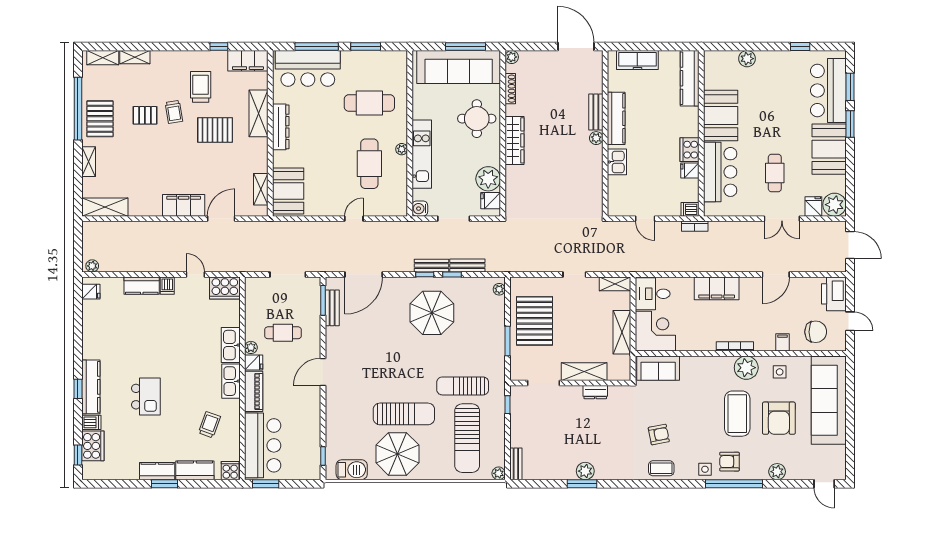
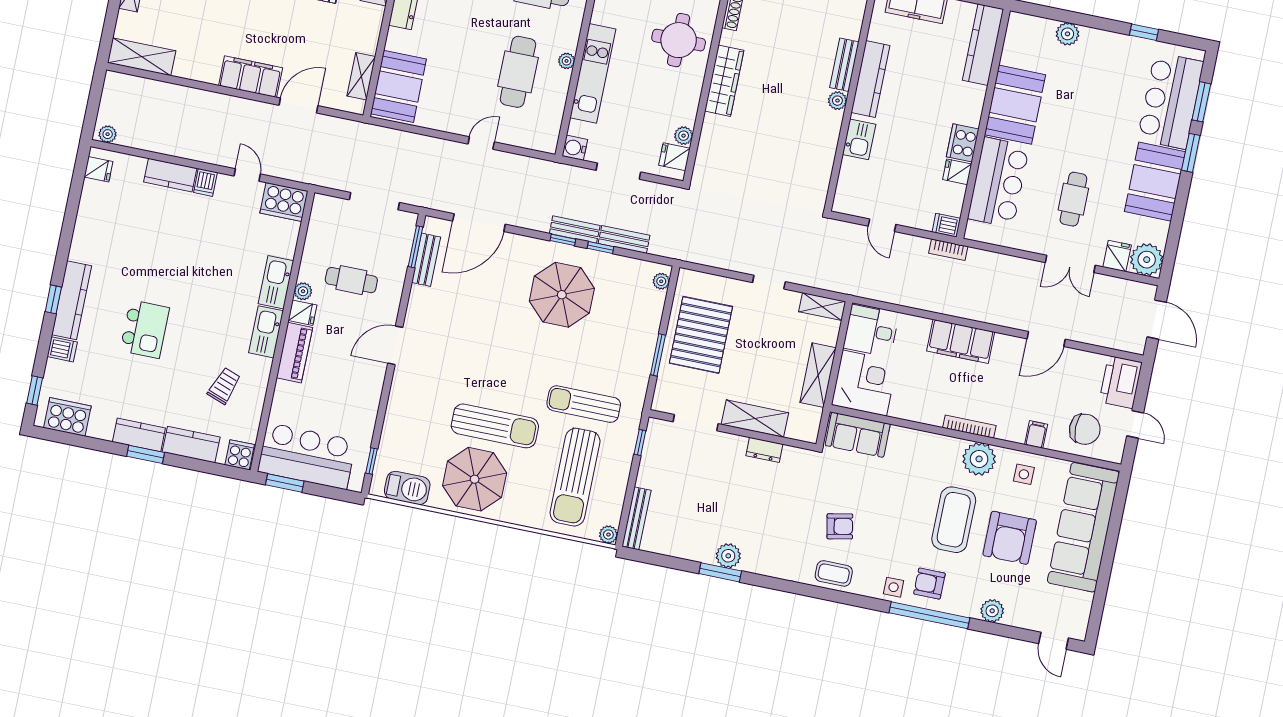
plant: (488, 179) -> (684, 136), width x0.53, depth x0.53
bar counter: (263, 445) -> (307, 456), moved, turned -90
cooker: (93, 446) -> (67, 417), moved, turned -90
bench: (516, 464) -> (636, 518), width x1.36

